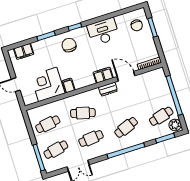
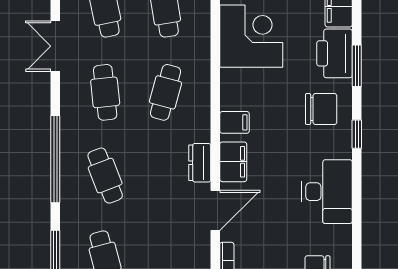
printer: (44, 47) -> (334, 53), added
filing cabinet: (69, 85) -> (235, 122), moved

